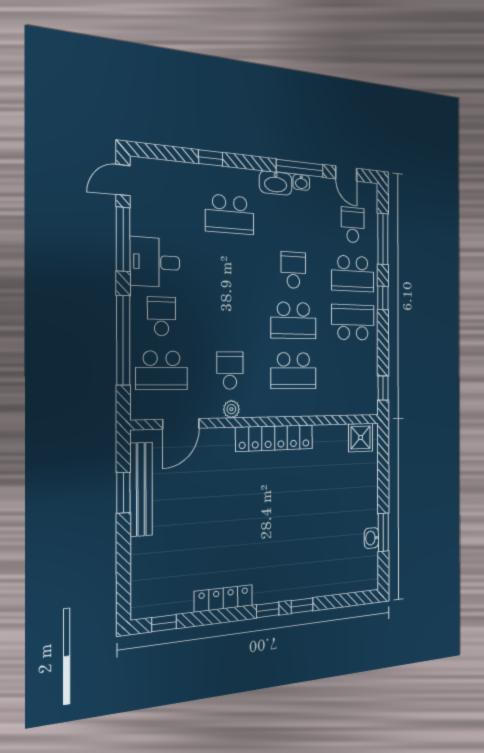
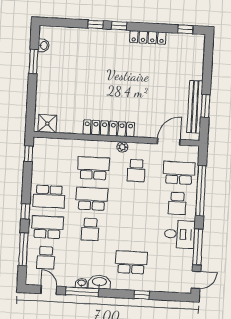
plant: (231, 409) -> (122, 147), moved
washbasin: (371, 538) -> (44, 45), moved

